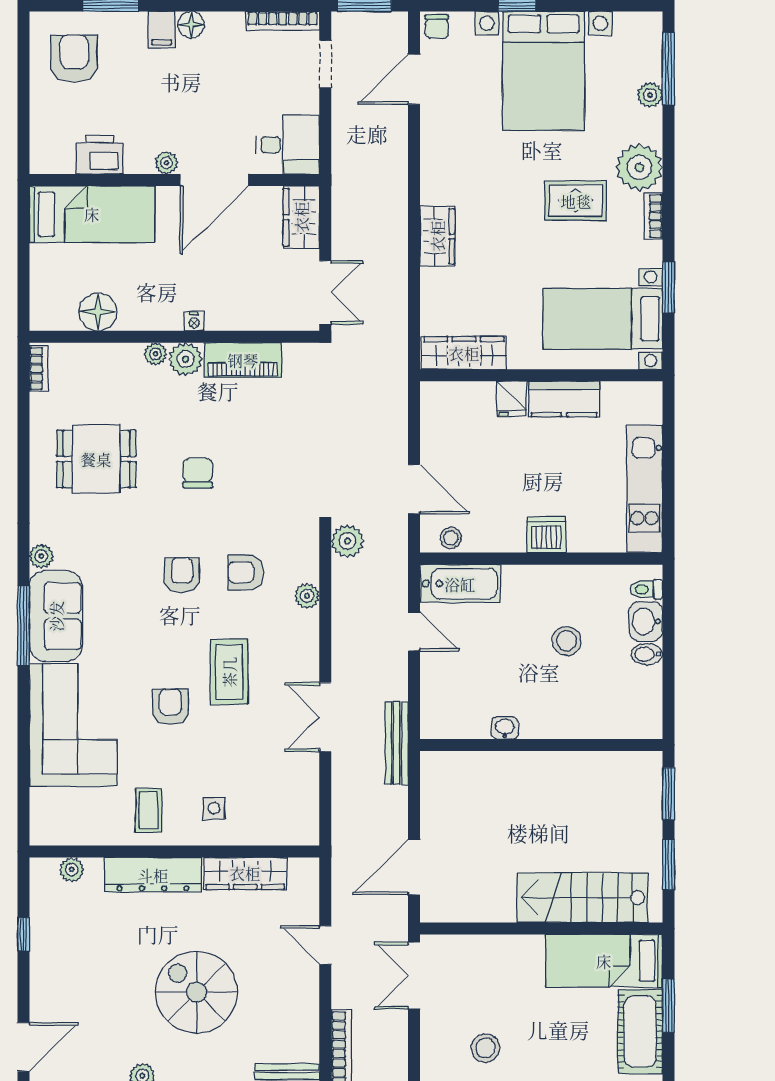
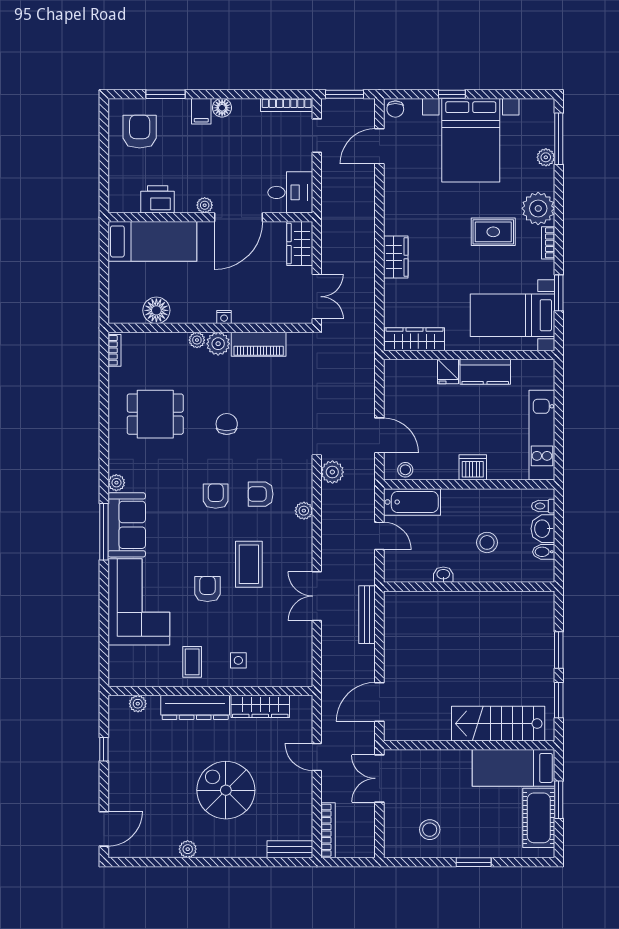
washbasin: (505, 728) -> (443, 575), moved
wall: (541, 745) -> (469, 587), moved

